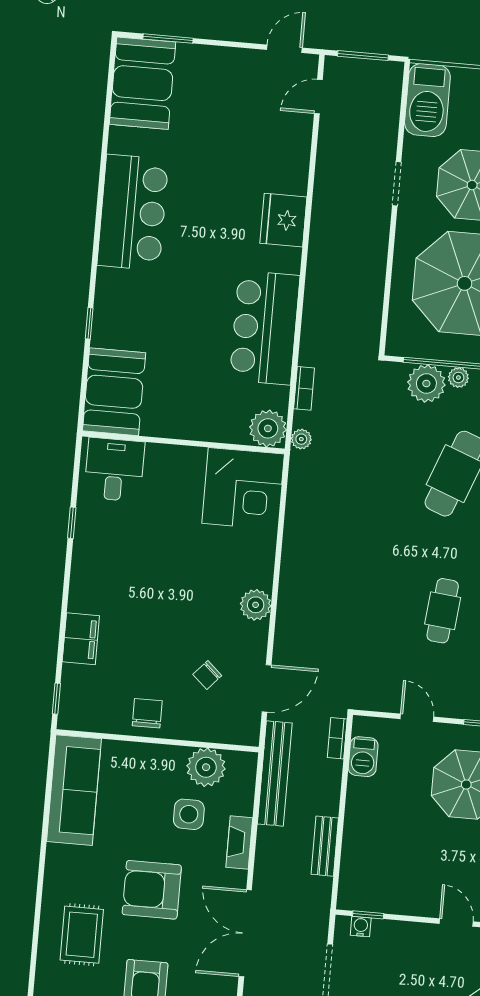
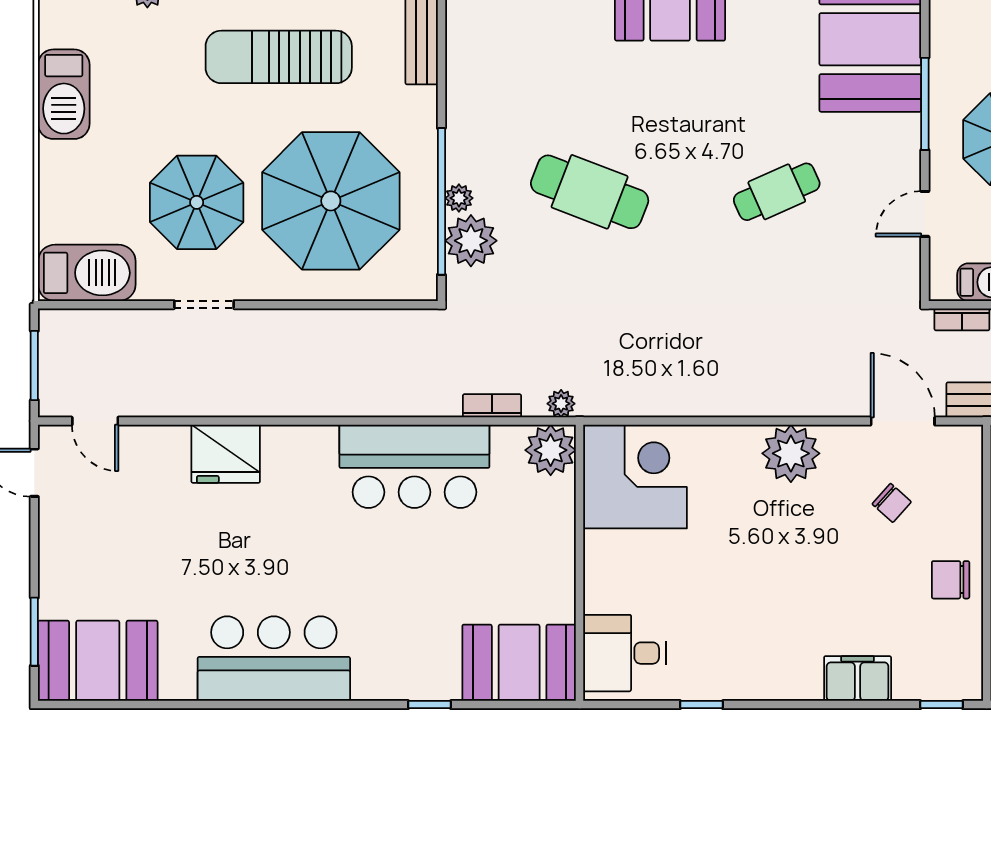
fridge: (283, 220) -> (226, 454), moved
plant: (256, 605) -> (791, 453), width x1.36, depth x1.36
cafe table: (443, 611) -> (777, 192), turned -30

